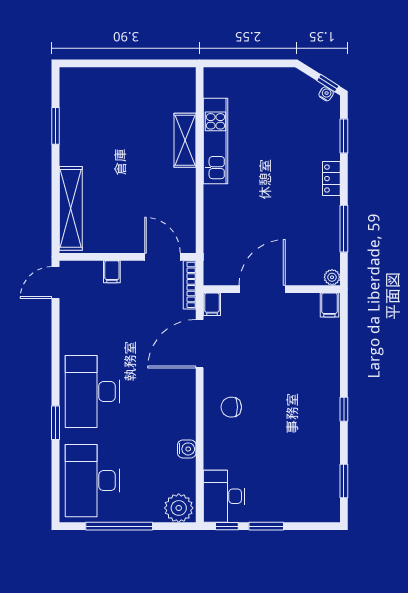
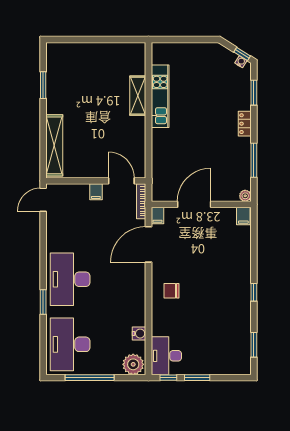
filing cabinet: (112, 272) -> (96, 192), moved
water cooler: (187, 449) -> (139, 334), moved

